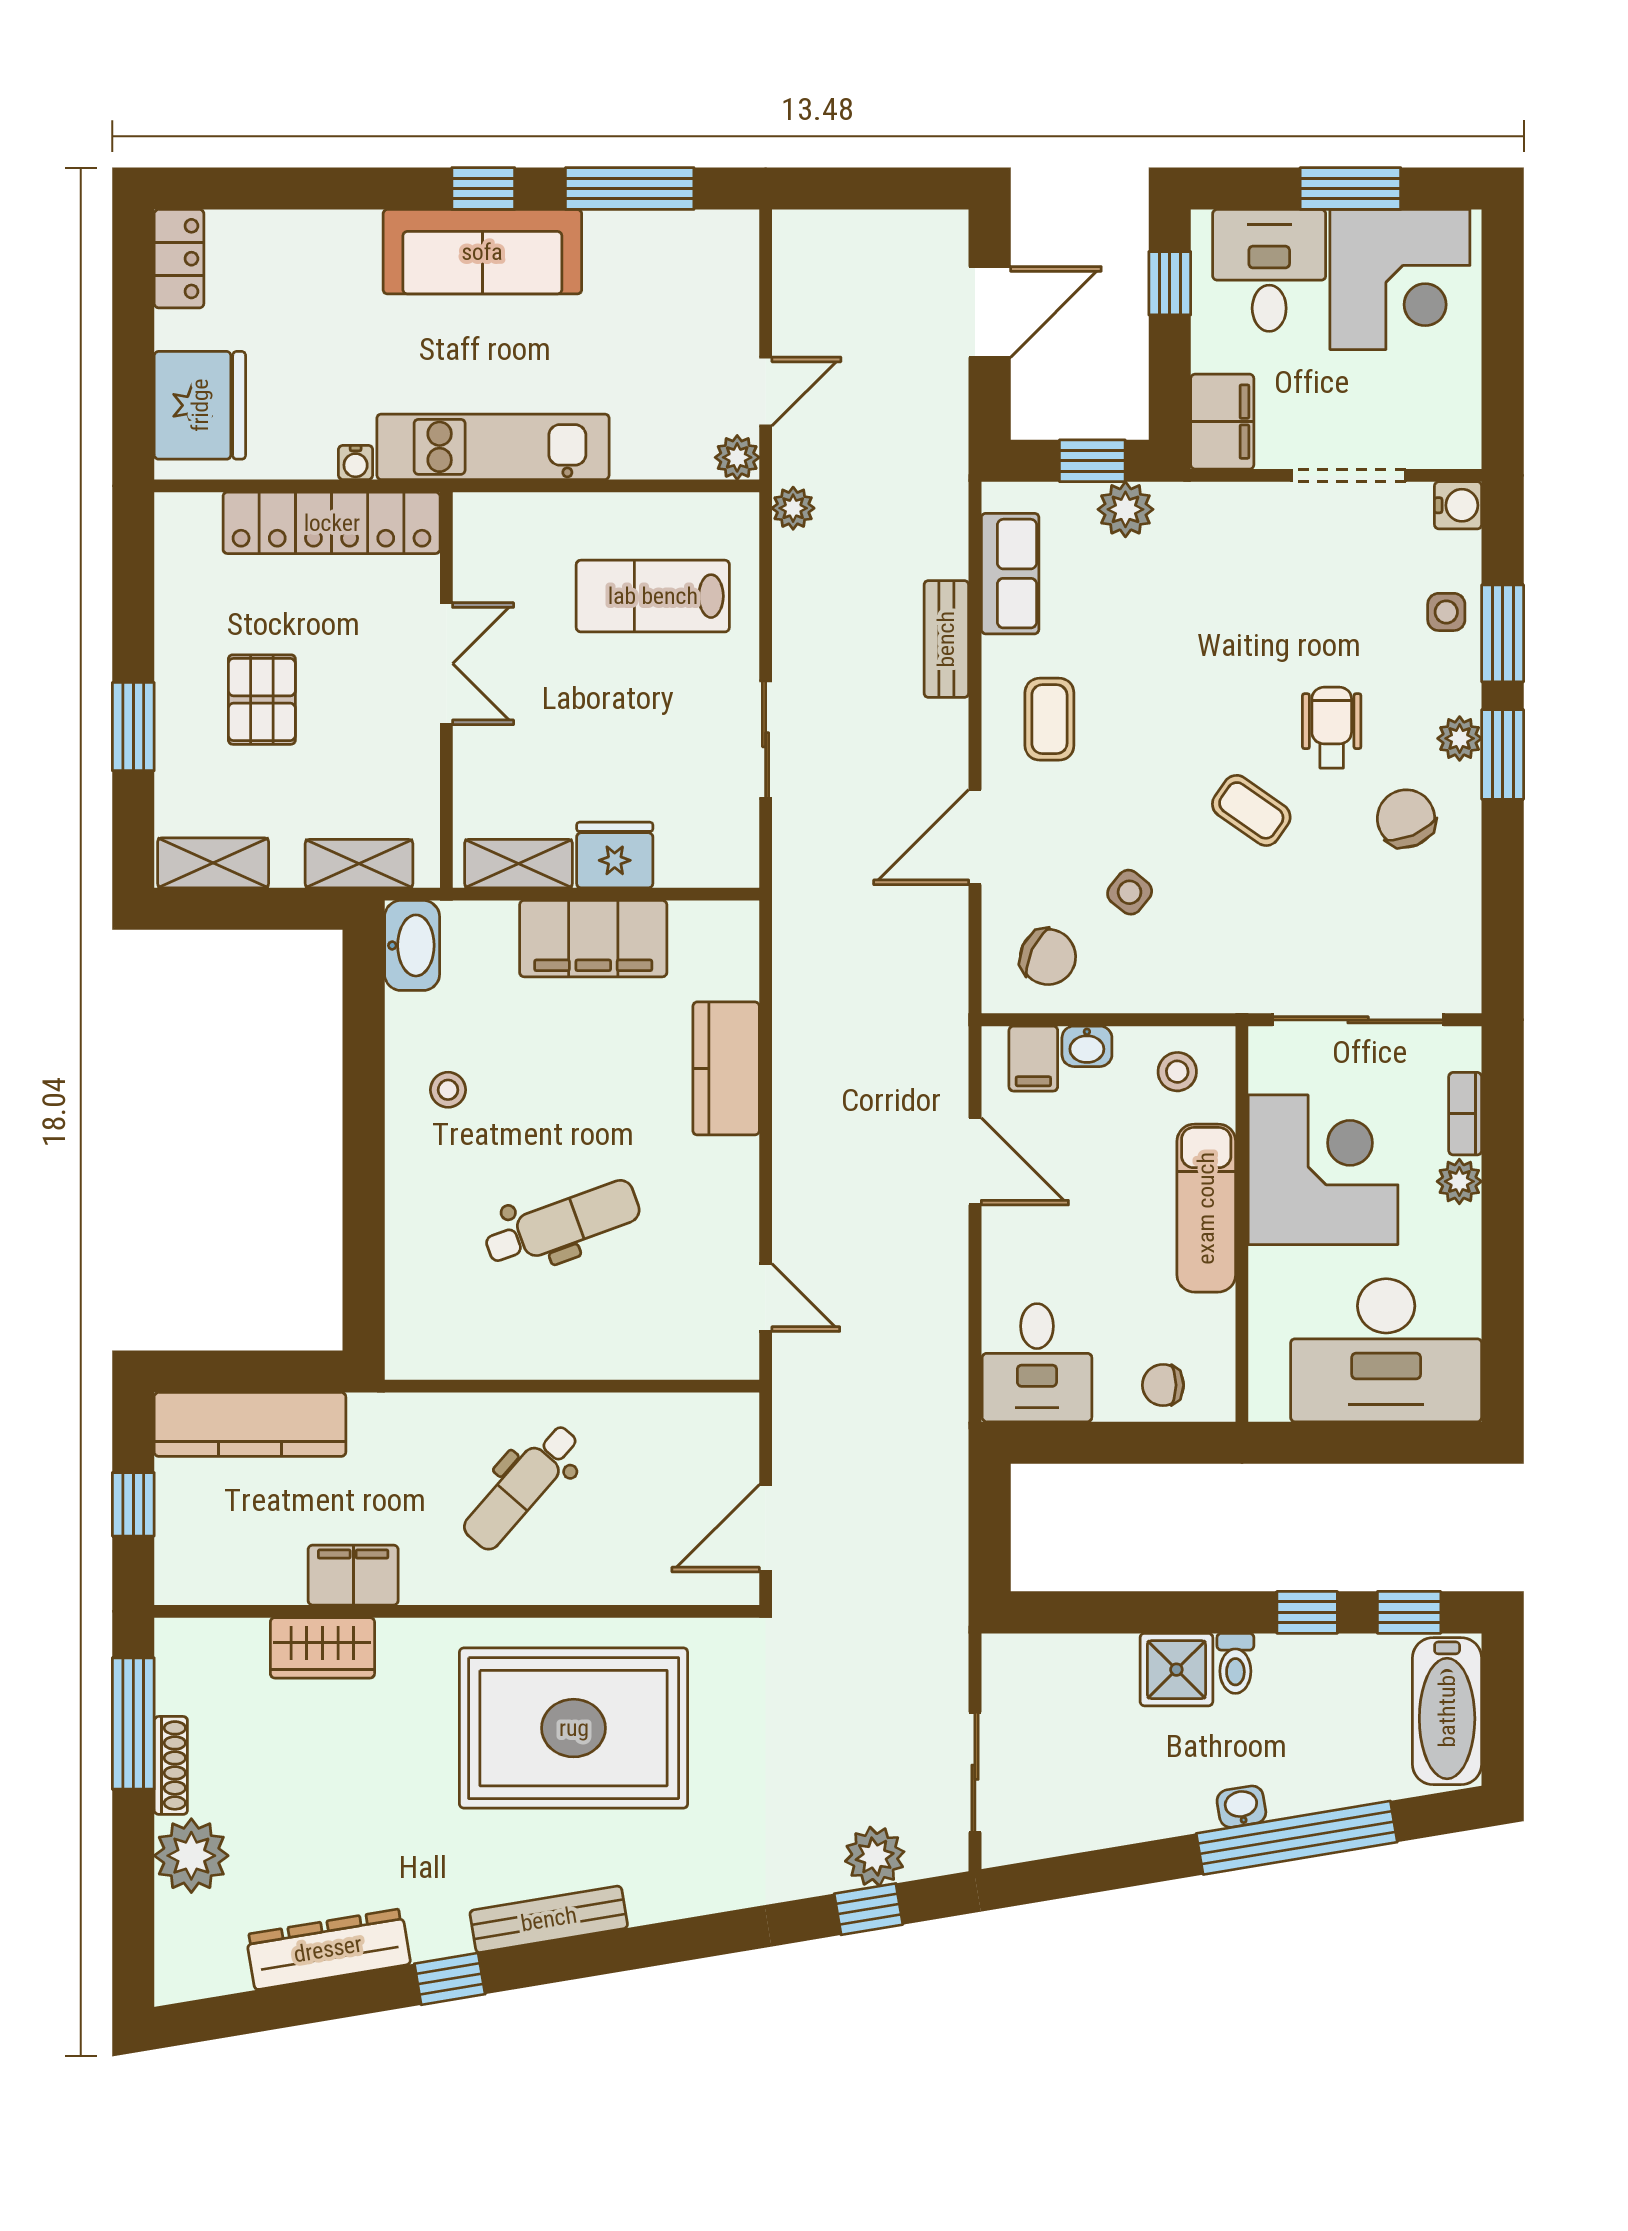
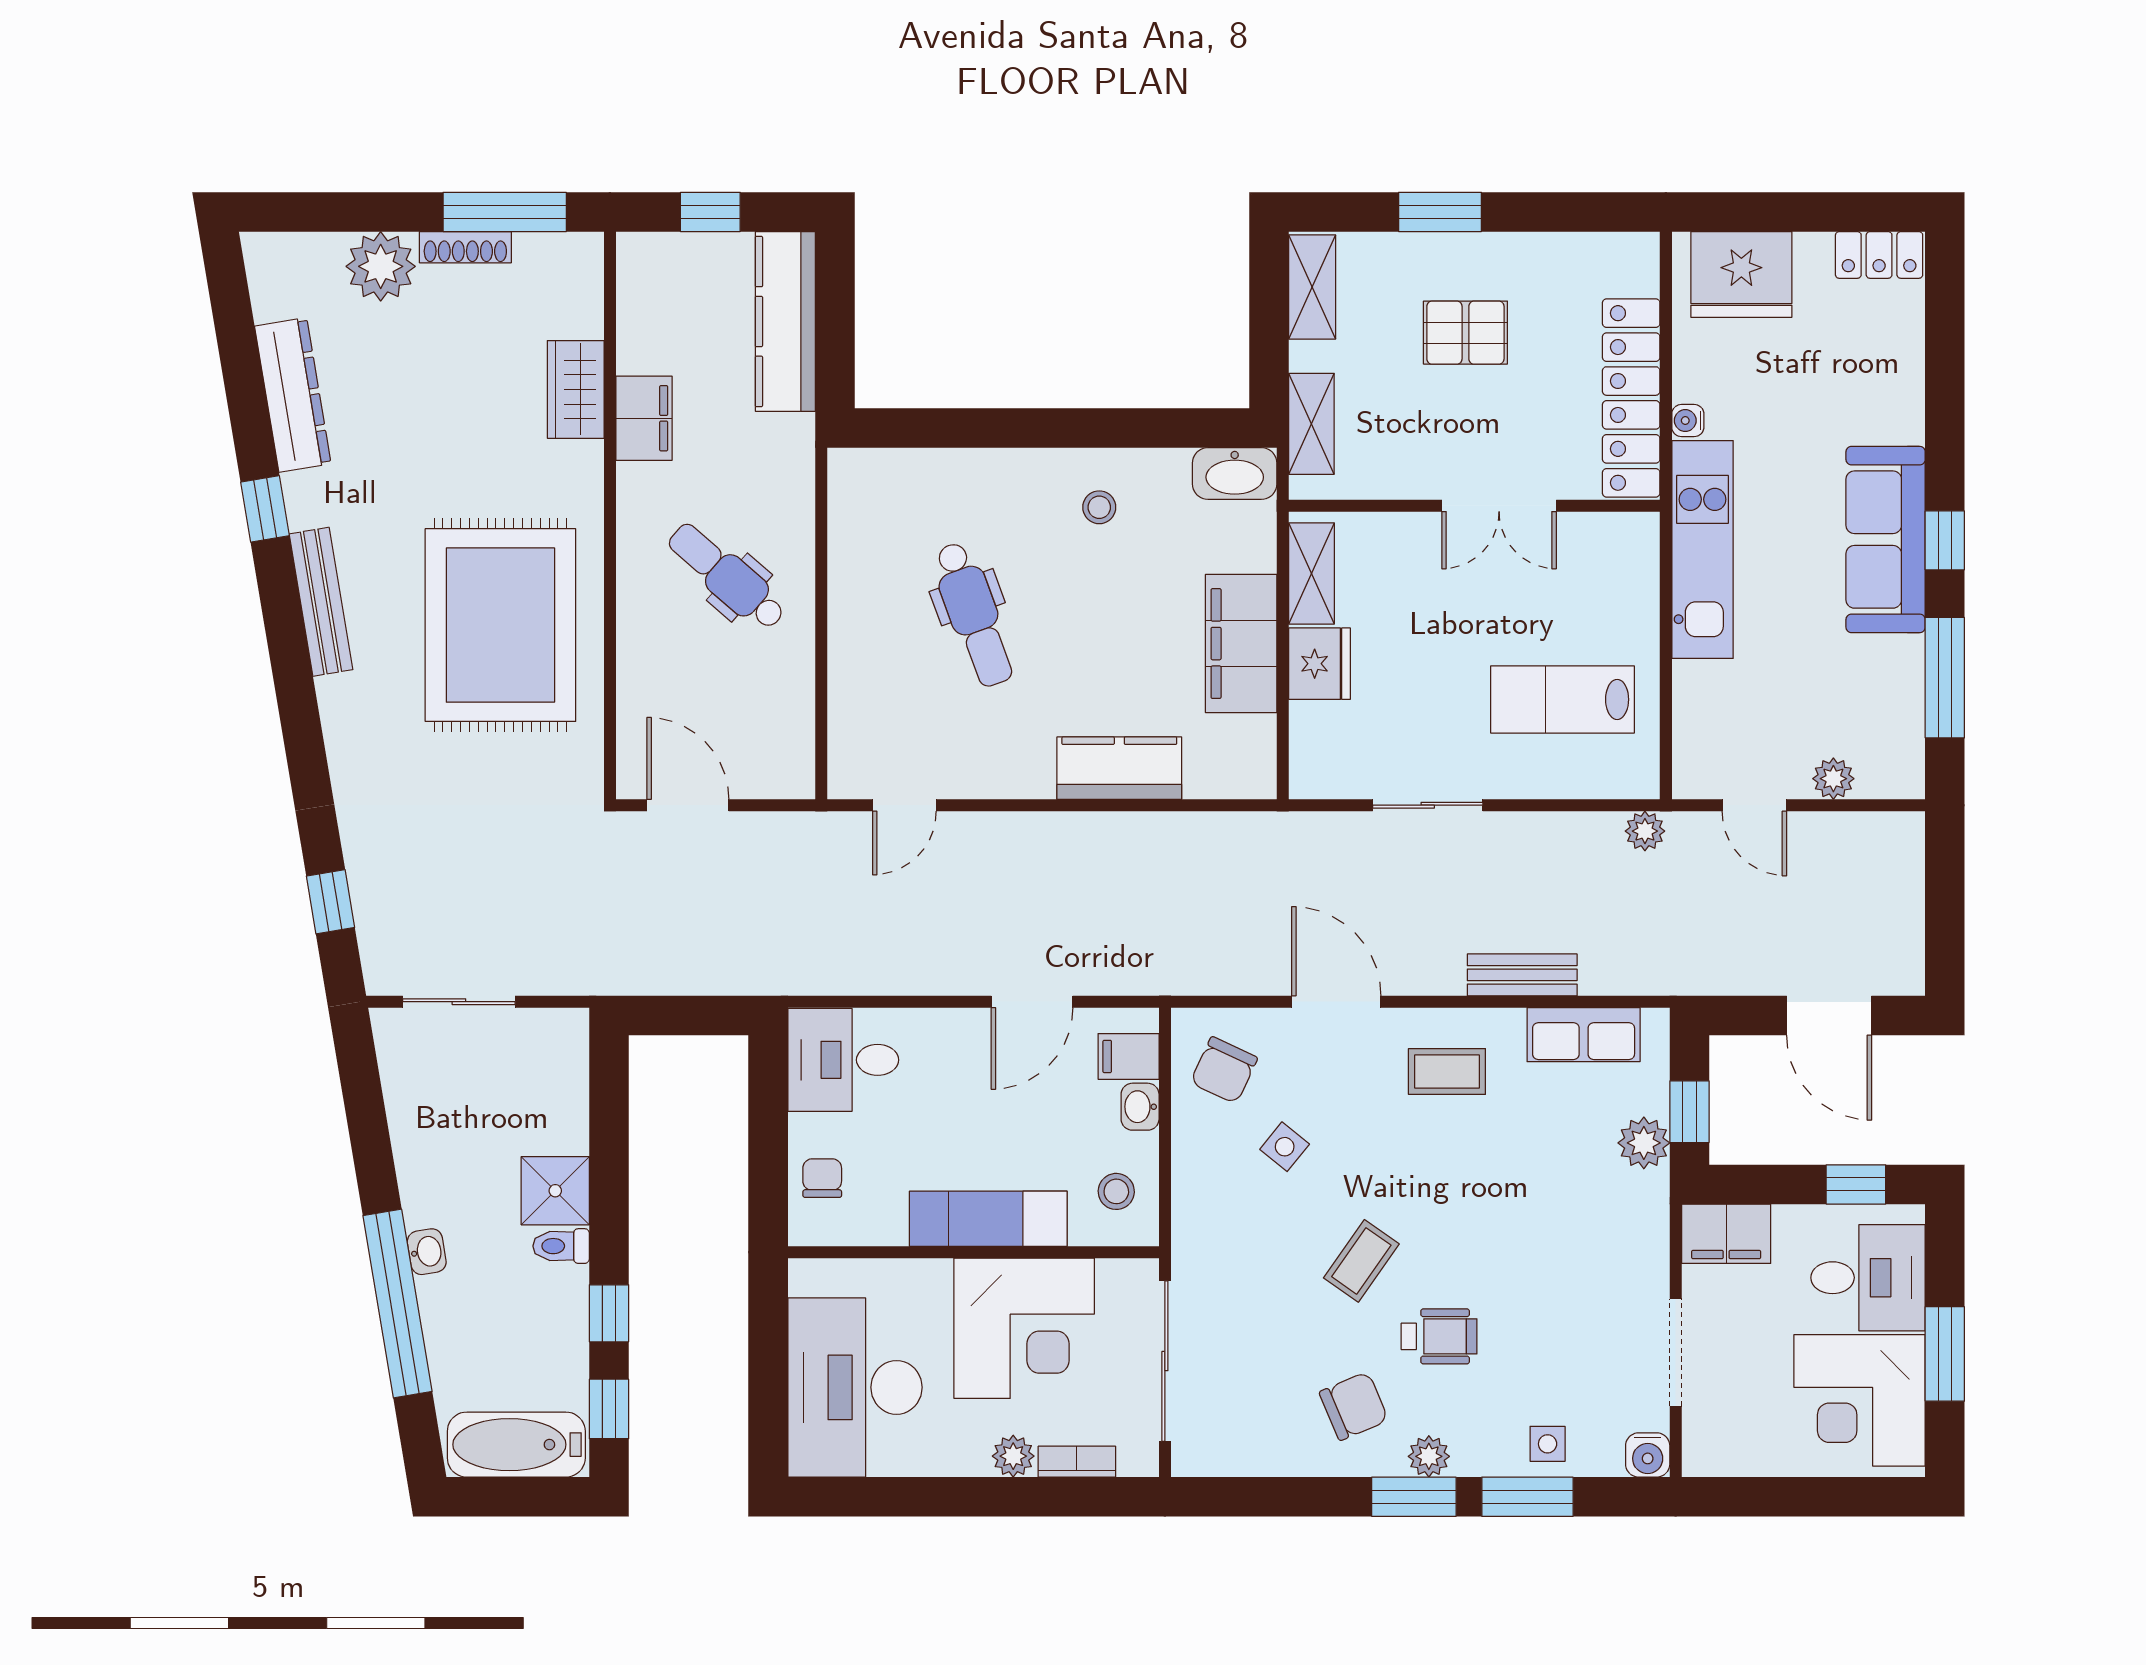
plant: (737, 457) -> (1833, 779), moved
lab bench: (653, 596) -> (1562, 699), turned -90
plant: (875, 1857) -> (380, 908), removed

